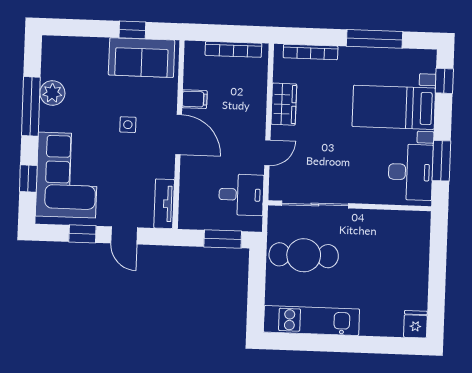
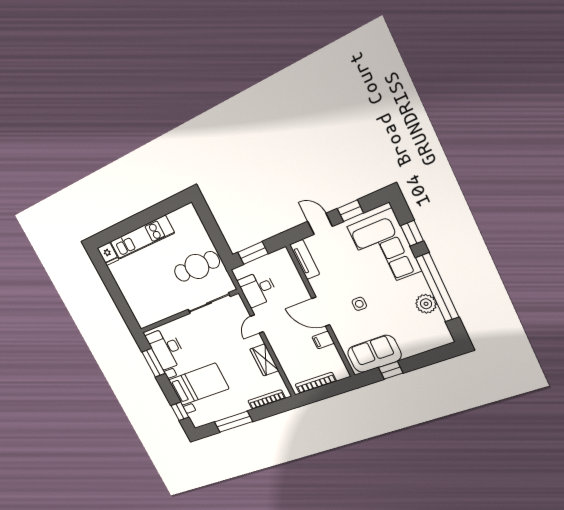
window: (31, 106) -> (437, 287), width x1.46
kitchen unit: (311, 320) -> (142, 237), moved

